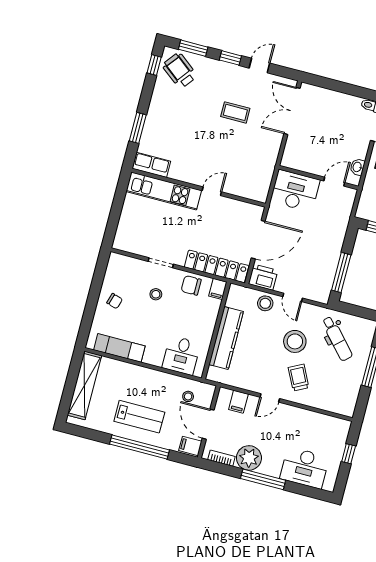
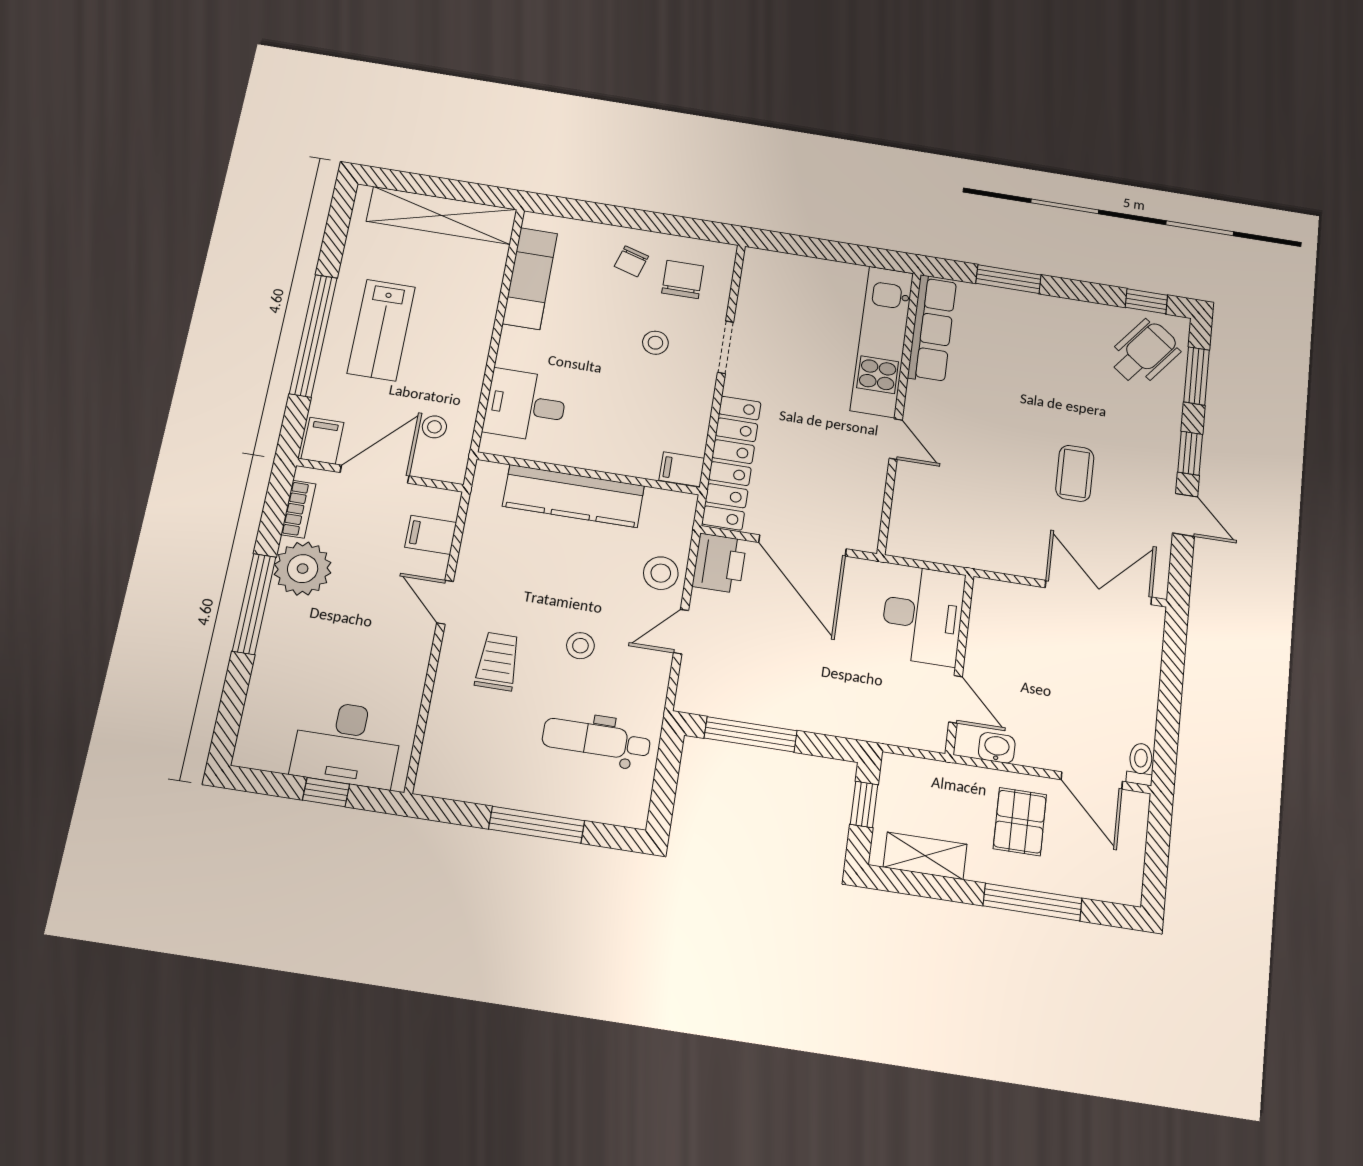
row of seats: (151, 165) -> (932, 329), width x1.48
chair: (191, 285) -> (683, 279), moved
dental chair: (337, 339) -> (596, 740), turned 42
stool: (295, 341) -> (580, 646), width x0.53, depth x0.53
trolley: (299, 378) -> (498, 661), turned -63
desk: (305, 468) -> (347, 744), moved, turned -90

